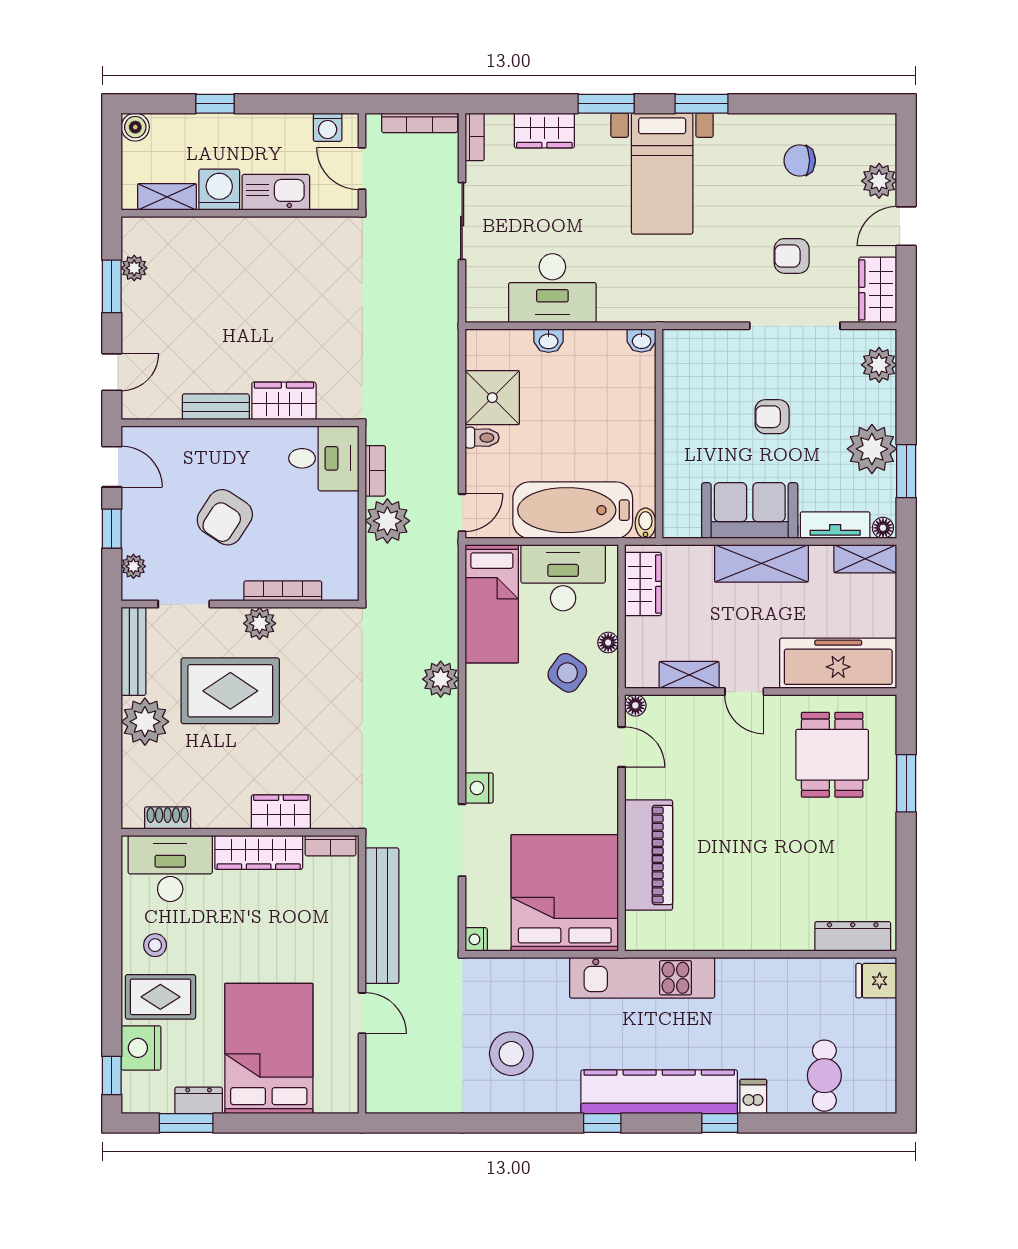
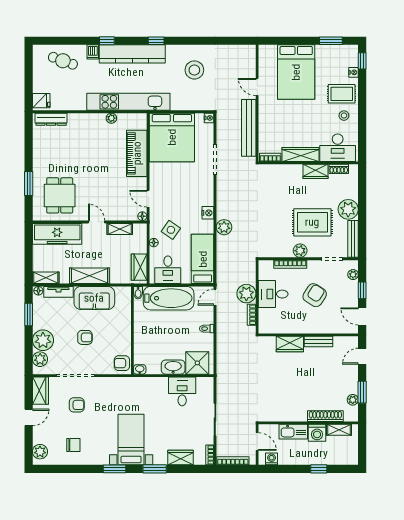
boiler: (135, 127) -> (352, 459), removed
plant: (879, 181) -> (40, 452), moved
shoe rack: (199, 229) -> (325, 416), added
desk: (552, 288) -> (182, 391), width x0.73
washbasin: (549, 341) -> (173, 367), width x1.91, depth x1.45
armchair: (684, 355) -> (122, 363), added
shower: (492, 398) -> (197, 363), moved
plant: (872, 449) -> (43, 340), moved
desk: (324, 458) -> (273, 294), moved
desk: (563, 578) -> (168, 270), width x0.73
nightstand: (479, 788) -> (208, 213), moved
wardrobe: (281, 812) -> (316, 171), moved
plant: (709, 939) -> (111, 118), added
kitchen unit: (642, 978) -> (128, 102), width x1.36
nightstand: (141, 1048) -> (354, 72), width x0.53, depth x0.56
cafe table: (824, 1076) -> (63, 61), turned -70
dresser: (199, 1100) -> (326, 50), removed

